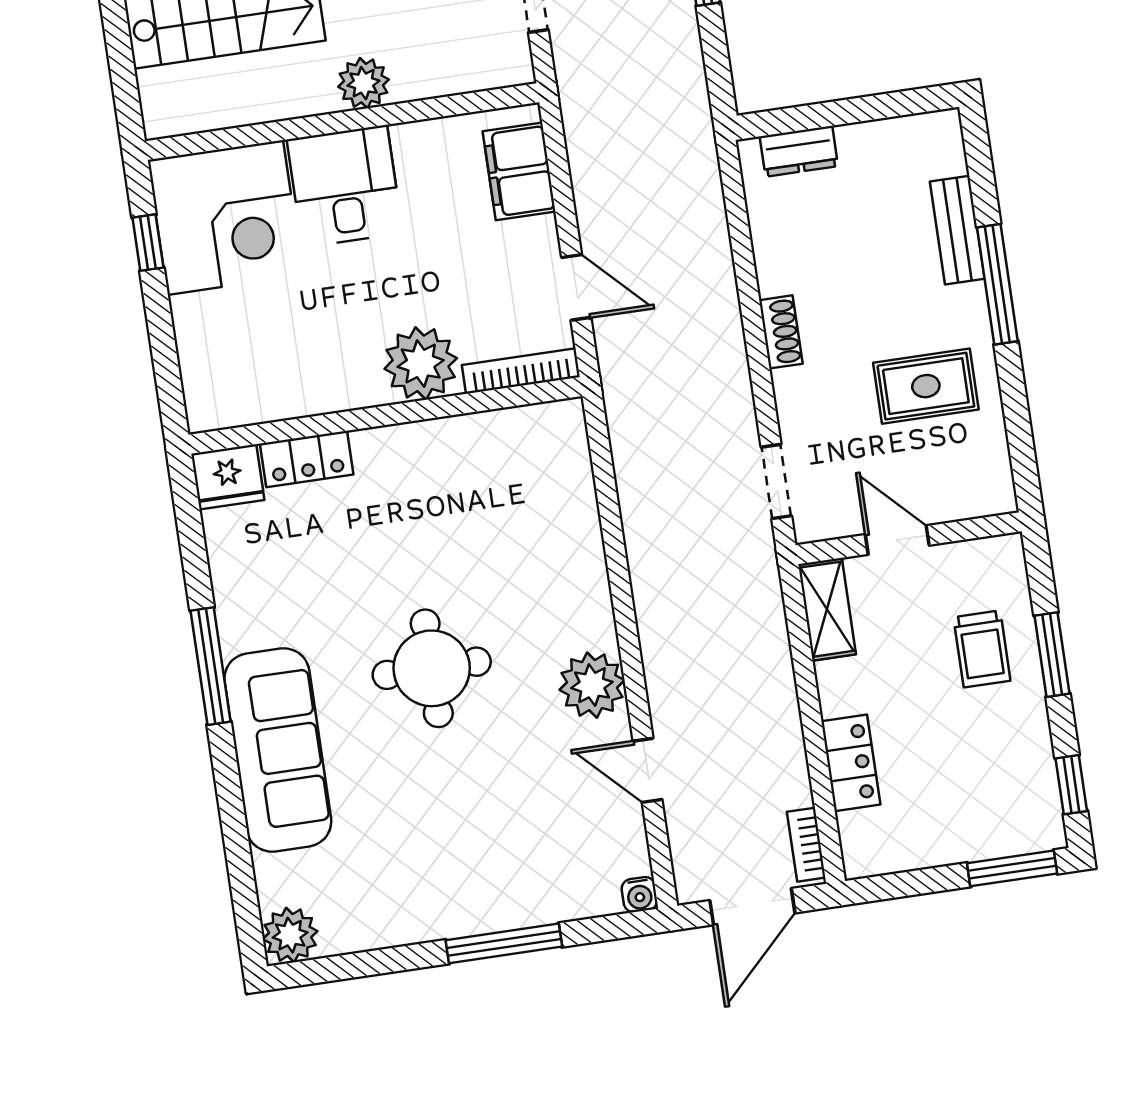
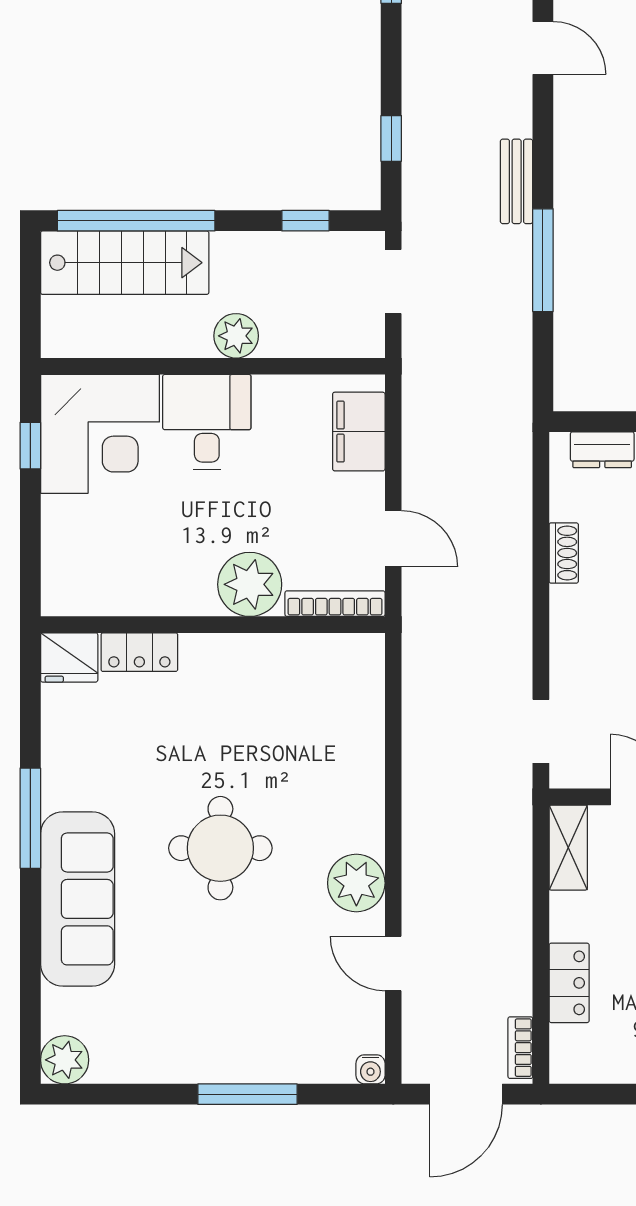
shoe rack: (781, 332) -> (564, 553), moved

